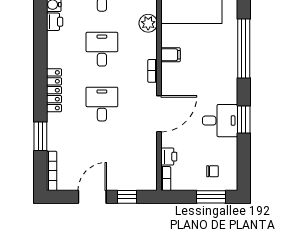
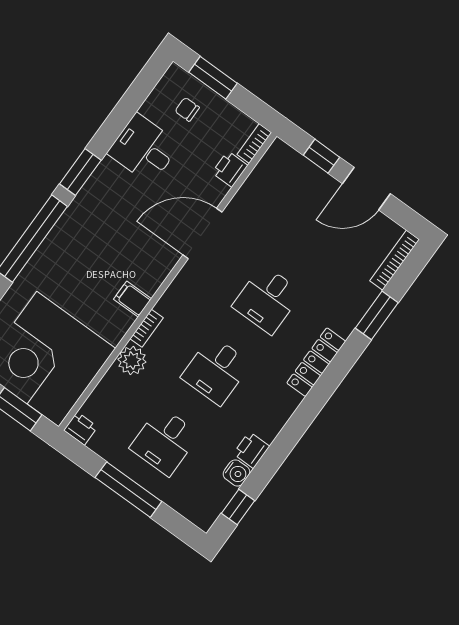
bookcase: (153, 71) -> (147, 328), moved
window: (244, 120) -> (80, 172), moved
desk: (220, 121) -> (144, 149), moved

